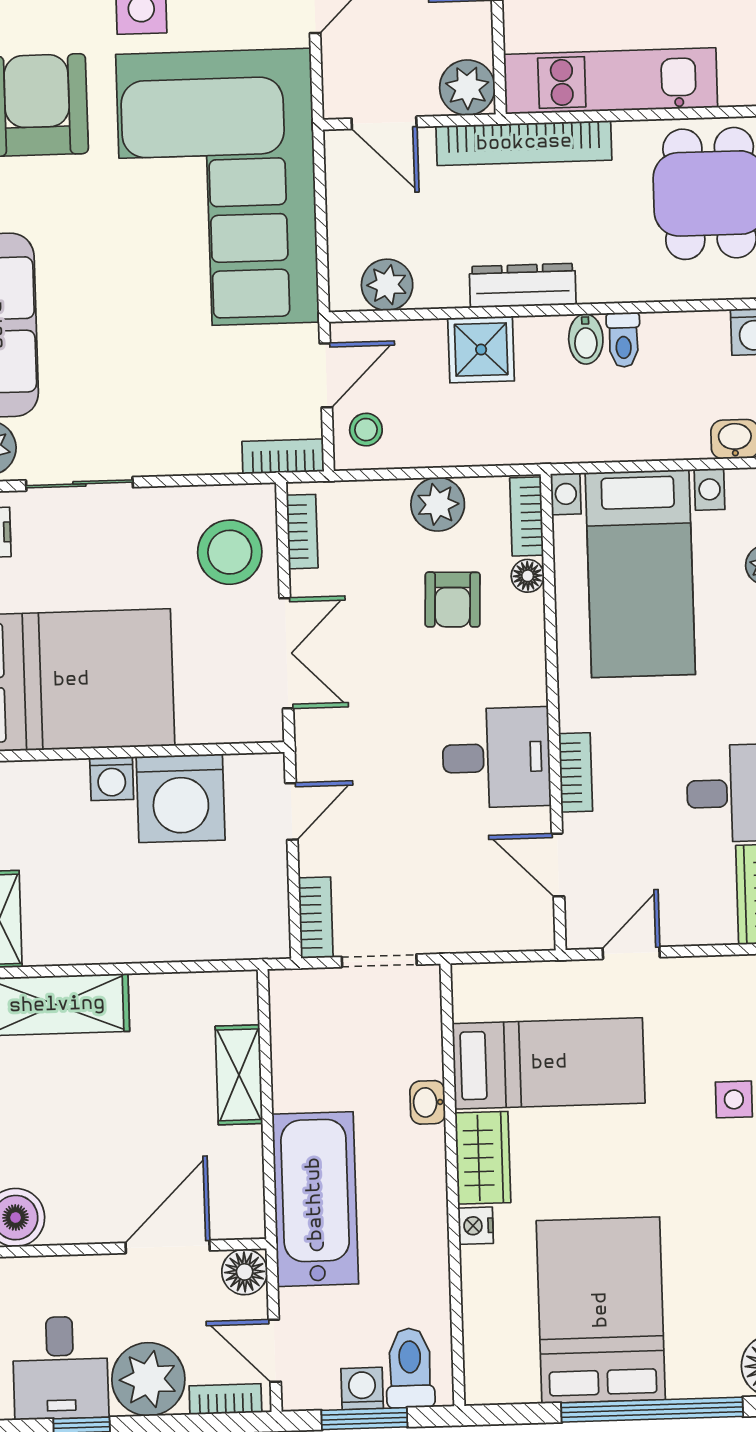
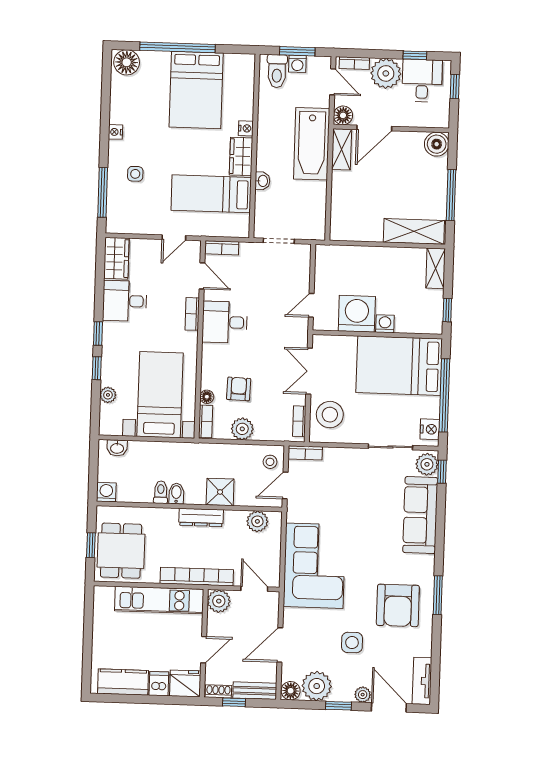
corner sofa: (218, 188) -> (314, 566), width x0.73, depth x0.74
bookcase: (316, 918) -> (222, 248), moved, turned -90
shelving: (239, 1075) -> (342, 149), moved

